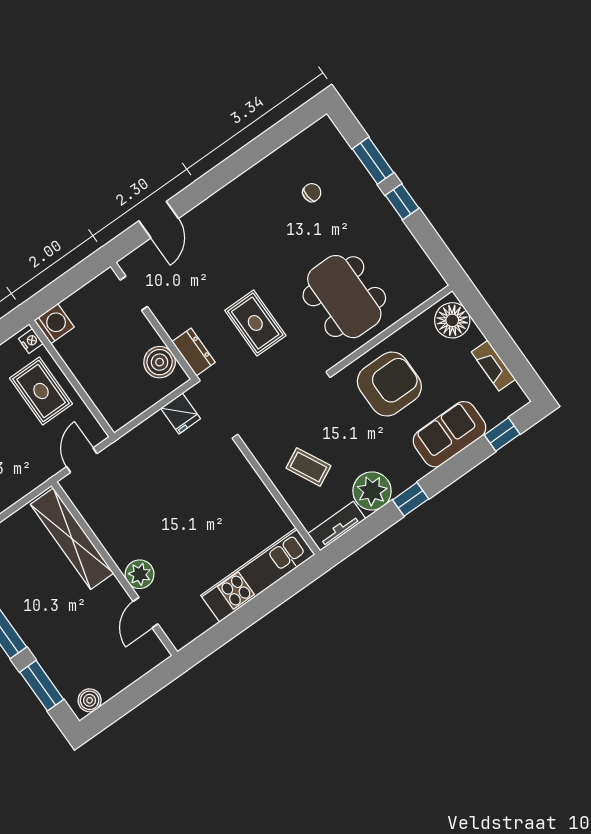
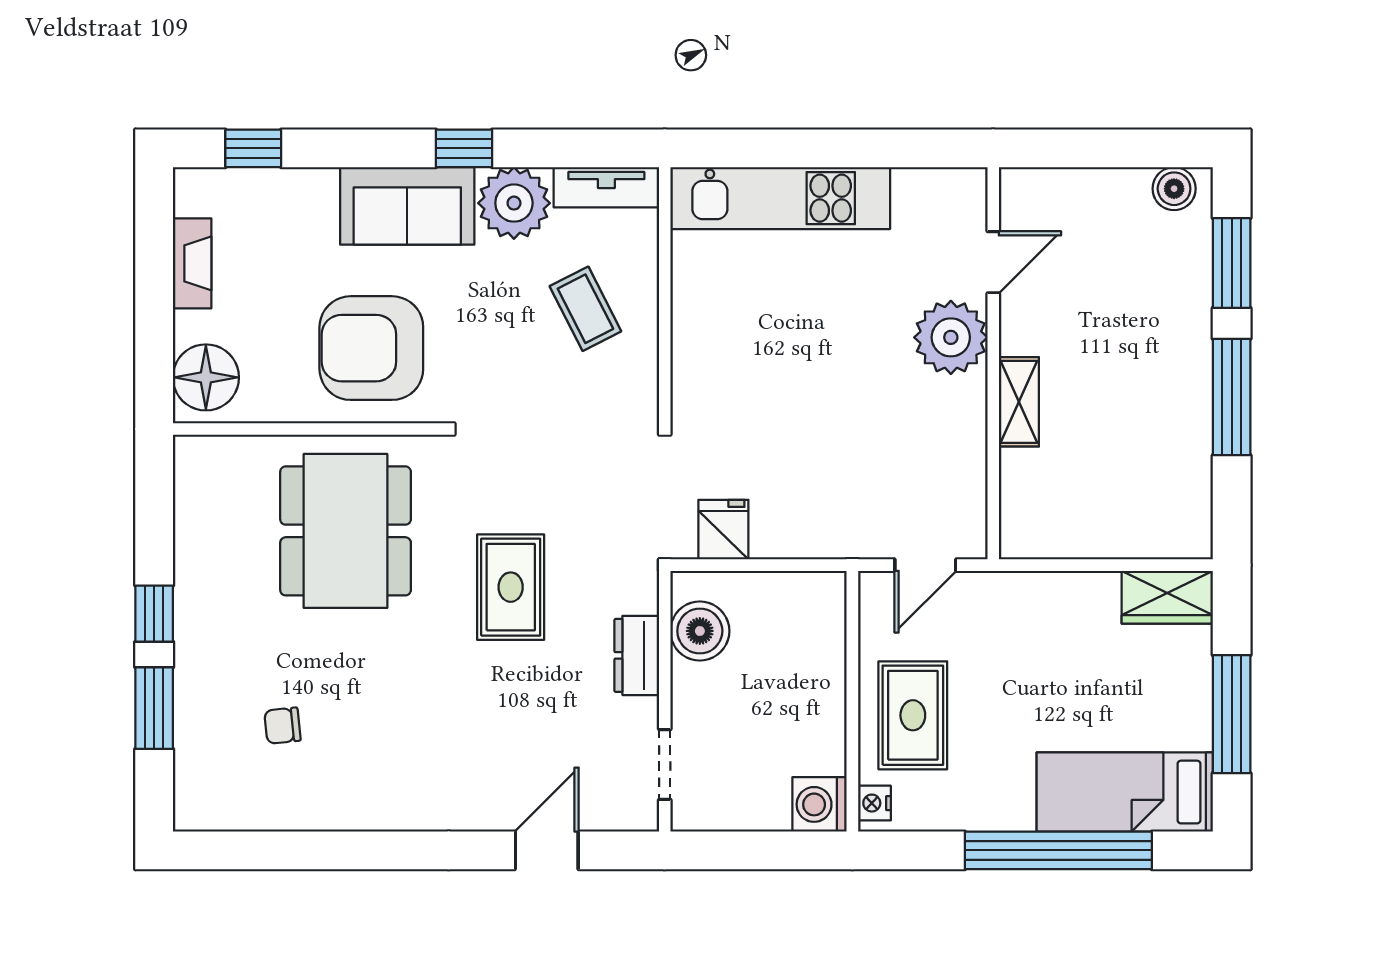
dresser: (194, 352) -> (637, 655), moved
sofa: (450, 434) -> (407, 206), moved
shelving: (72, 539) -> (1019, 402), width x0.45, depth x0.75
plant: (140, 574) -> (951, 337), width x1.36, depth x1.36

